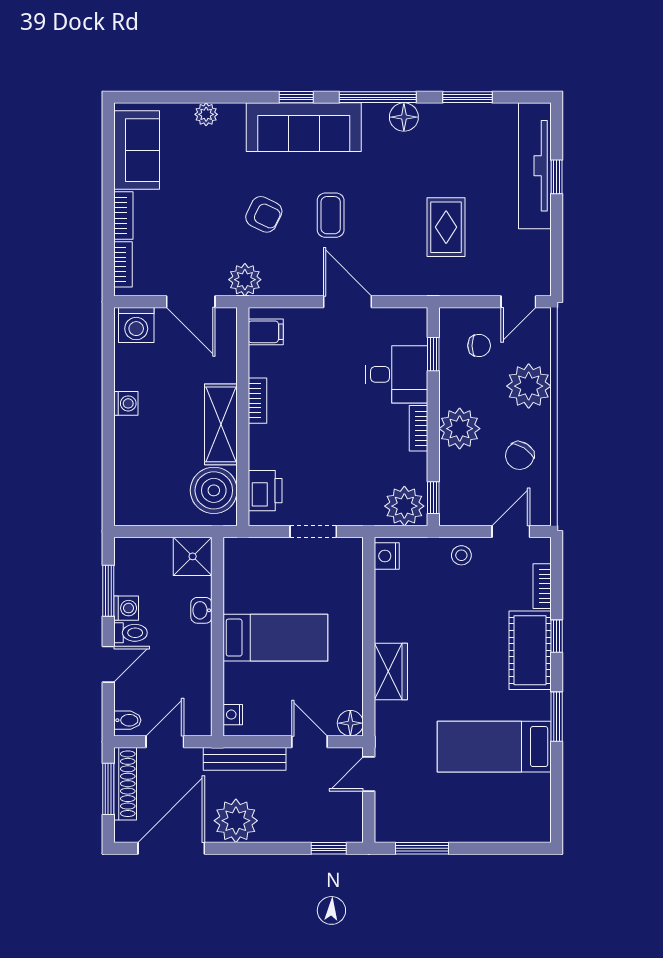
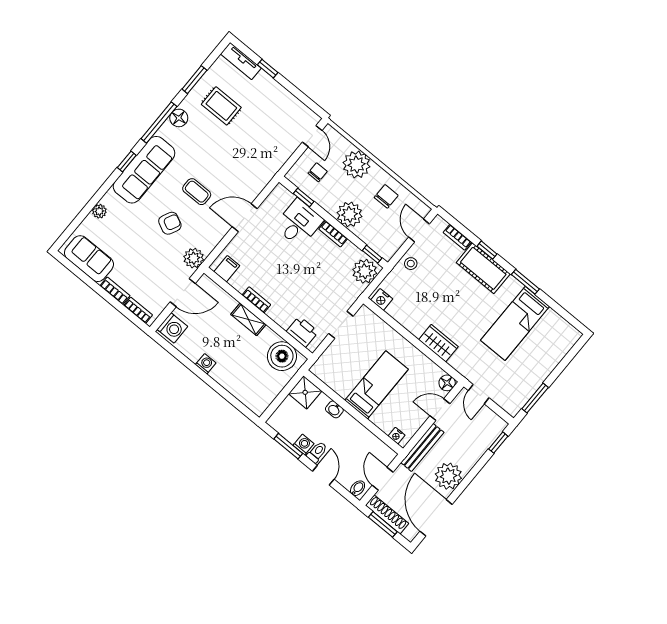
tv unit: (535, 166) -> (241, 61), width x0.52, depth x0.78
rug: (446, 227) -> (221, 106), moved
shelving: (221, 424) -> (248, 319), width x0.67, depth x0.75
chair: (520, 456) -> (386, 196), turned -123

